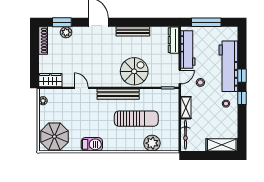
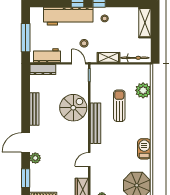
plant: (66, 32) -> (35, 158), moved
workbench: (188, 50) -> (47, 55), width x0.73
spiral stairs: (134, 71) -> (73, 108), turned 90
sun lounger: (136, 119) -> (119, 106), width x0.73, depth x0.75

